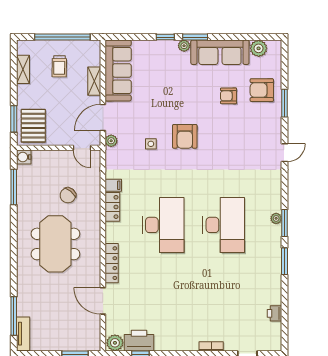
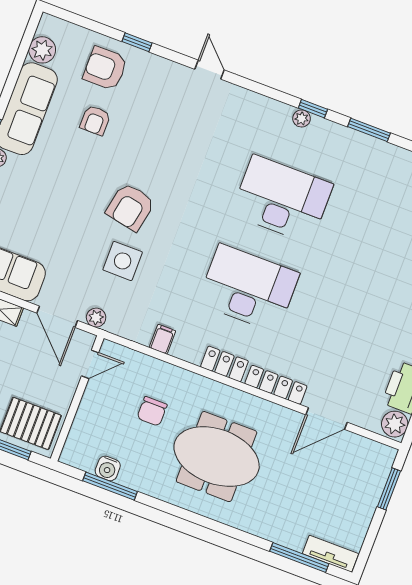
armchair: (262, 90) -> (105, 68), turned 90
window: (285, 103) -> (137, 42), width x0.67
armchair: (185, 136) -> (130, 207), turned 101
side table: (151, 144) -> (123, 261), width x1.87, depth x1.87
water cooler: (24, 157) -> (108, 468), moved
chair: (68, 195) -> (152, 411), turned 50
locker: (112, 207) -> (224, 364), moved
window: (285, 223) -> (313, 109), width x0.67

